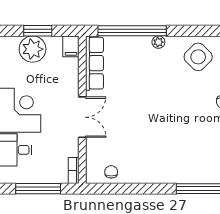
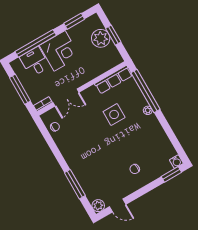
filing cabinet: (71, 46) -> (115, 60), removed
side table: (198, 57) -> (114, 114), moved, turned 45
double door: (82, 117) -> (66, 97), moved

